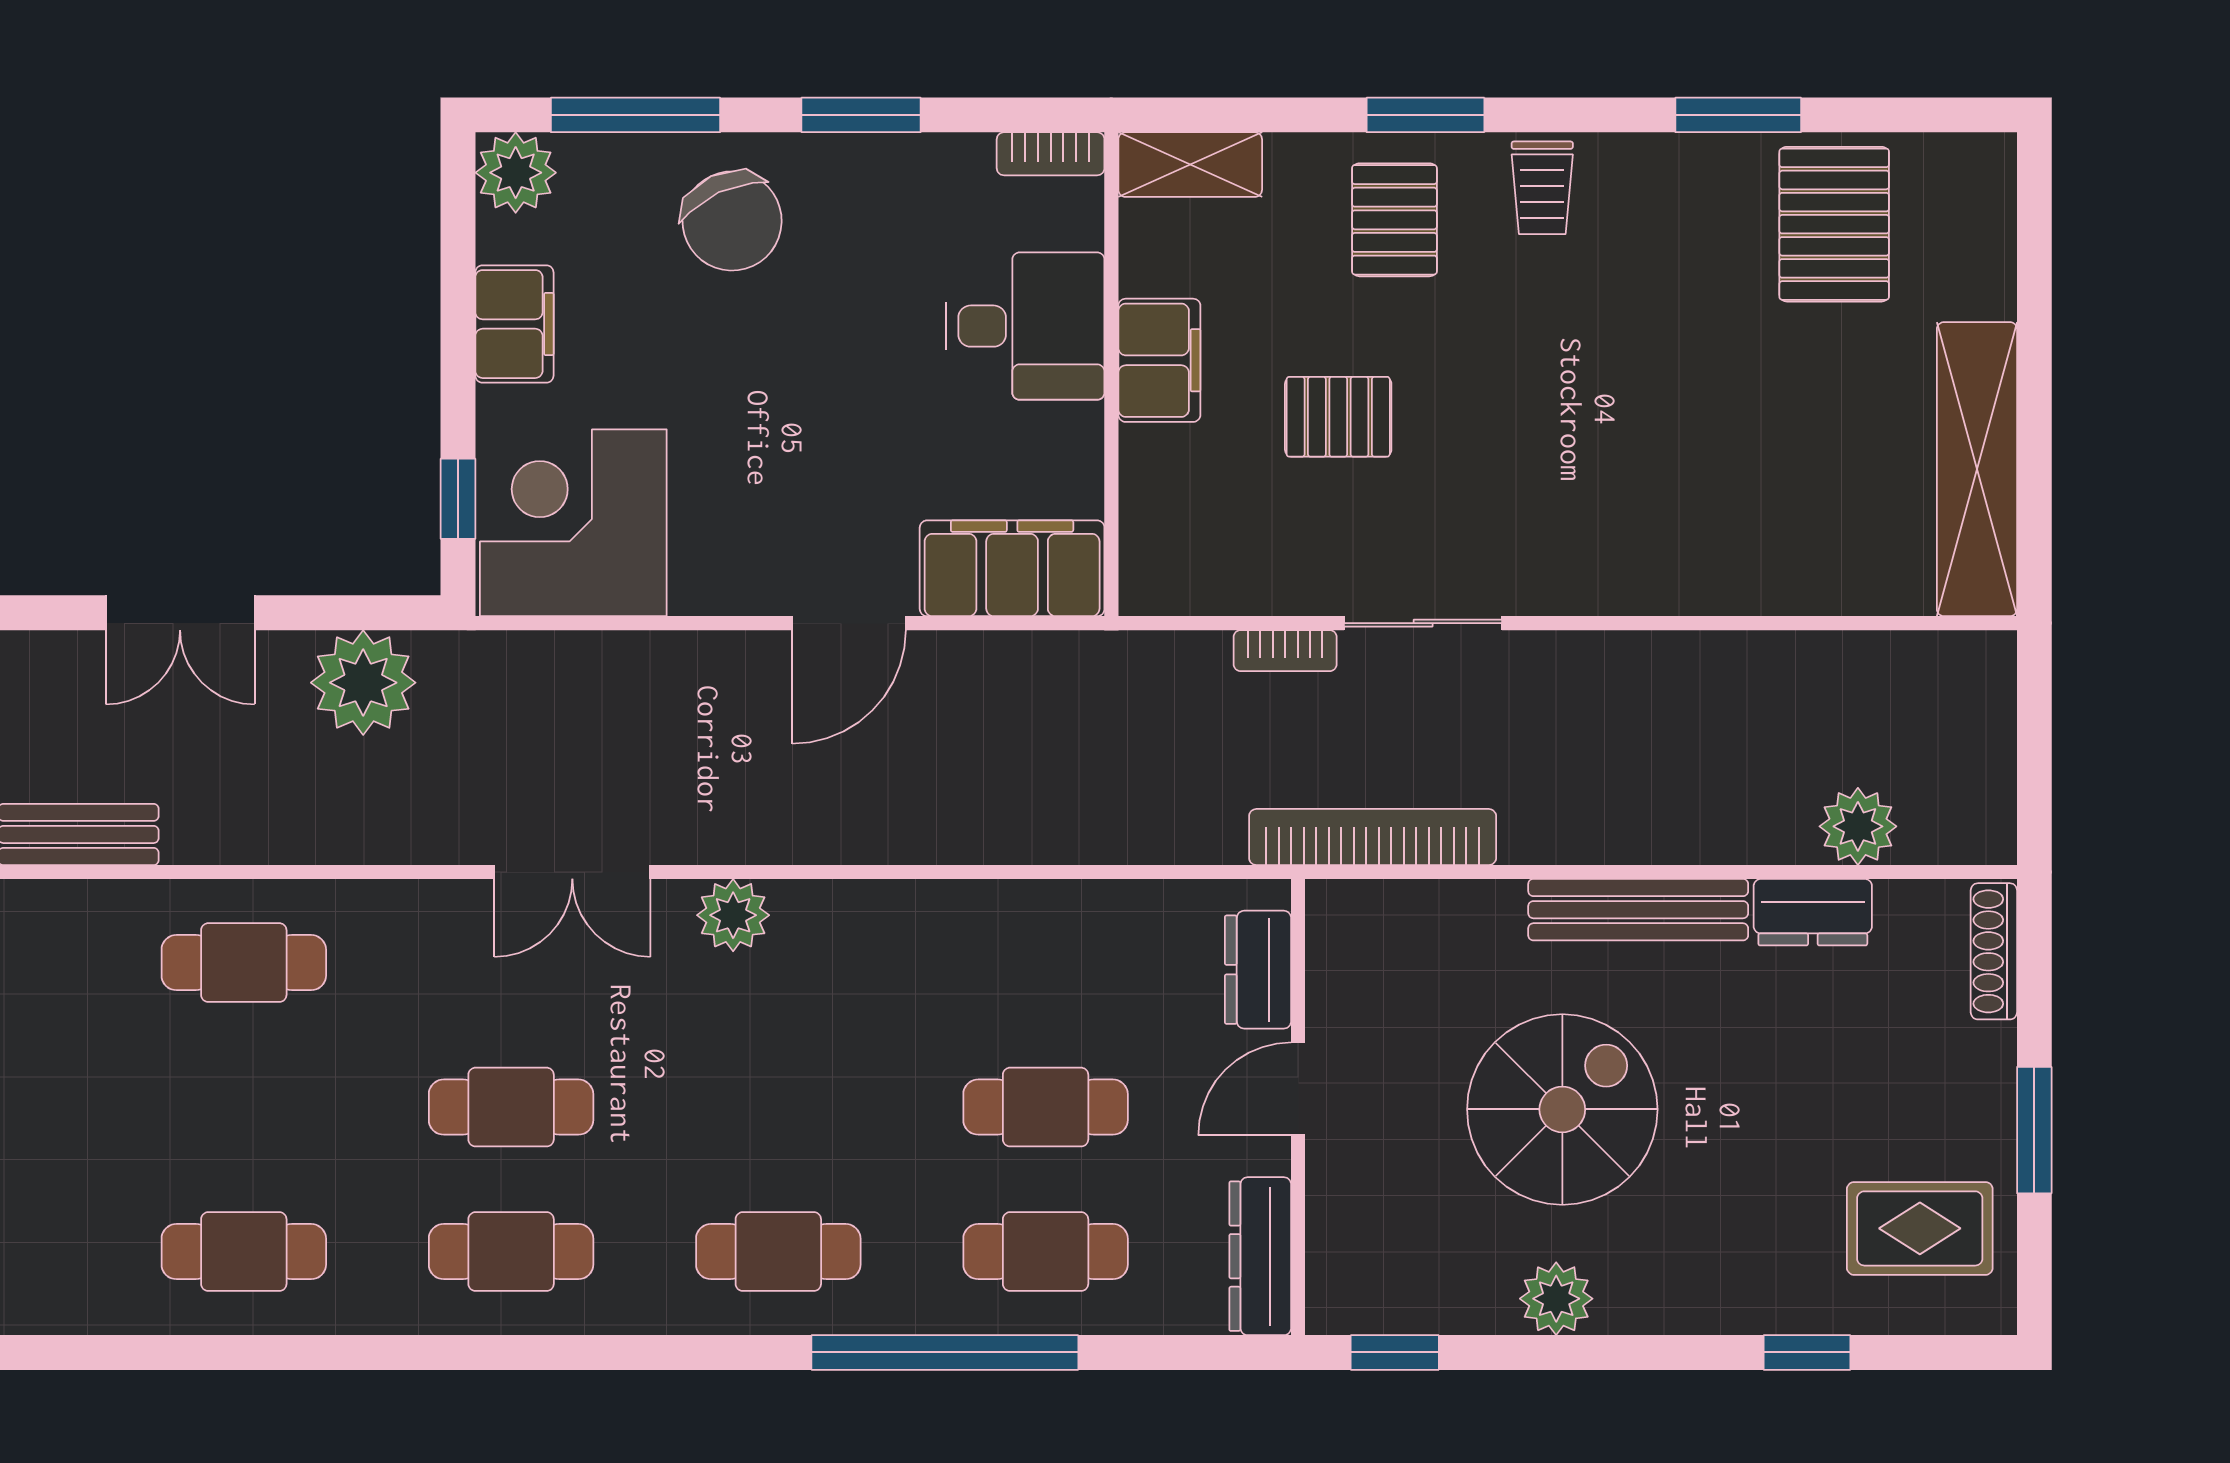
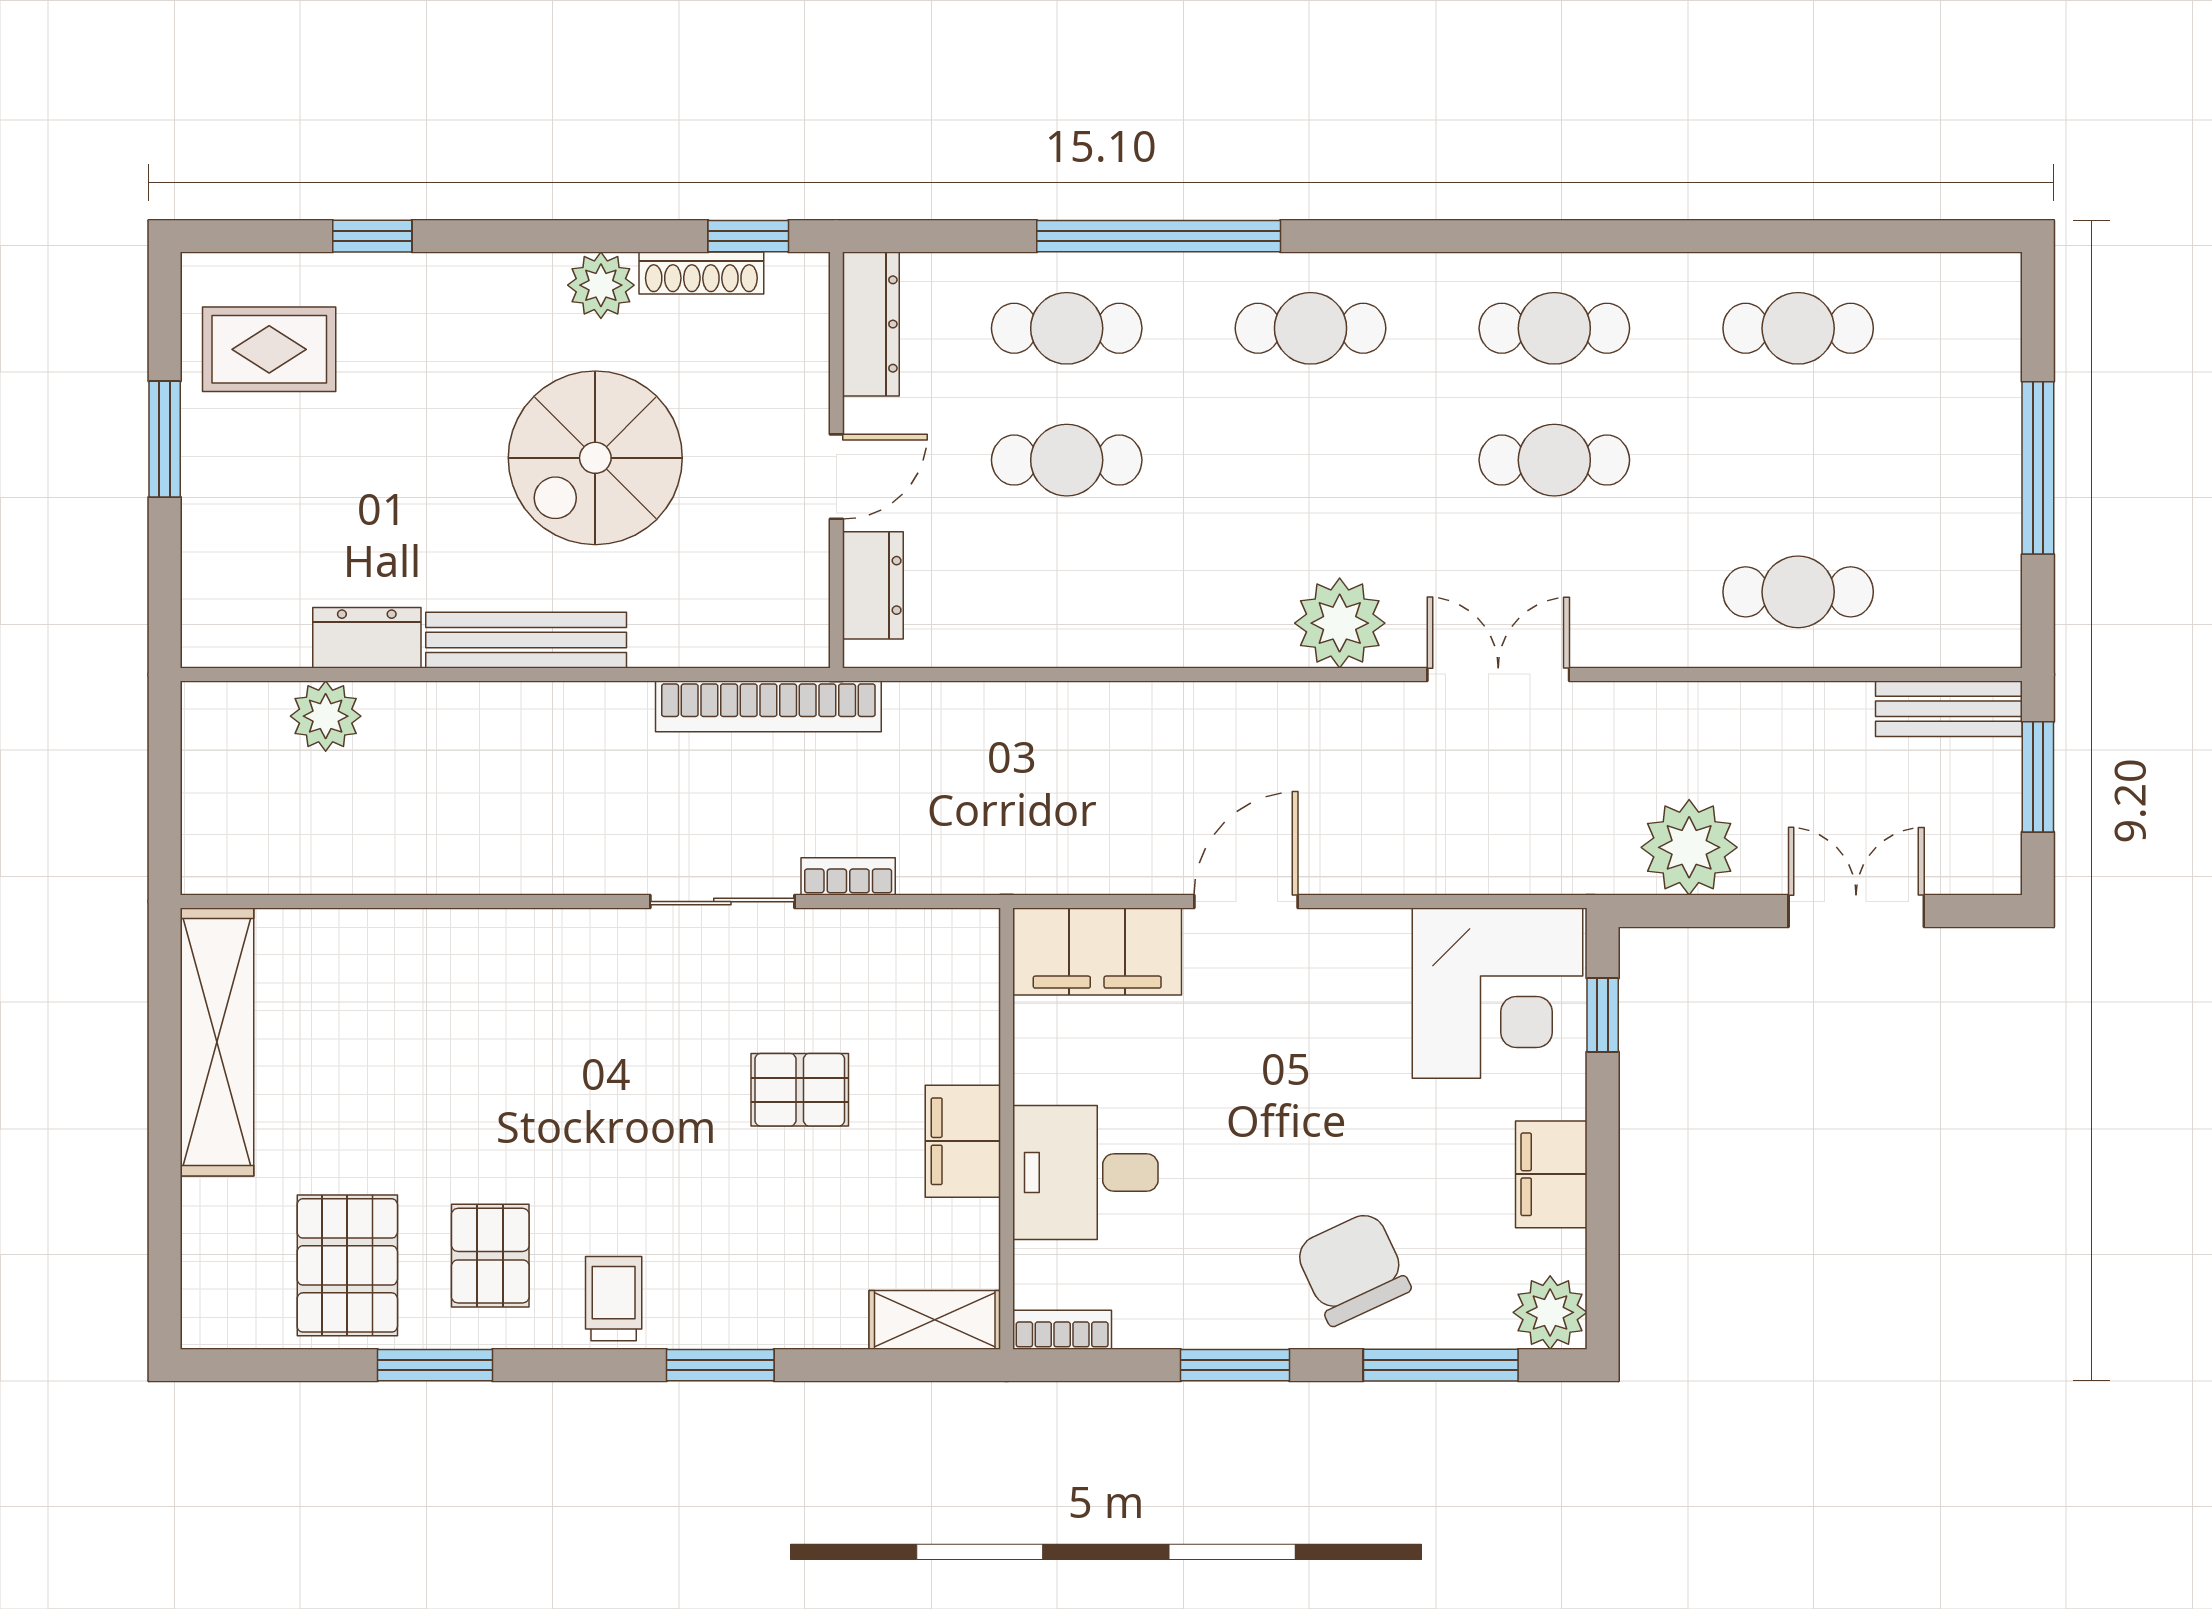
pallet: (1394, 220) -> (490, 1256), moved
plant: (733, 915) -> (1340, 623), width x1.36, depth x1.36
shoe rack: (1994, 951) -> (701, 273), moved, turned 90

